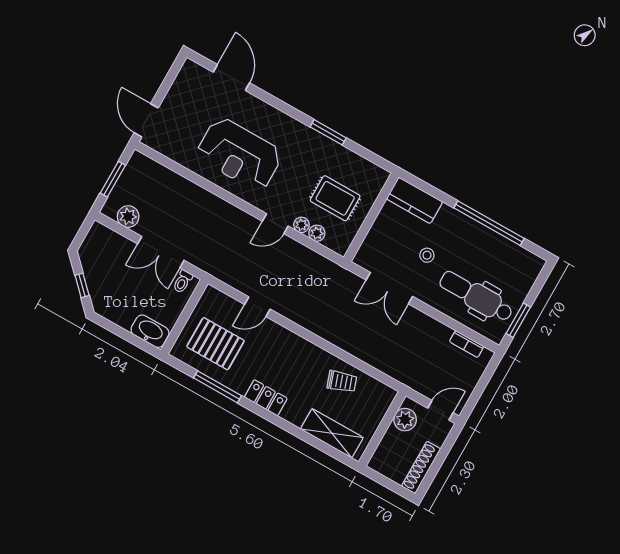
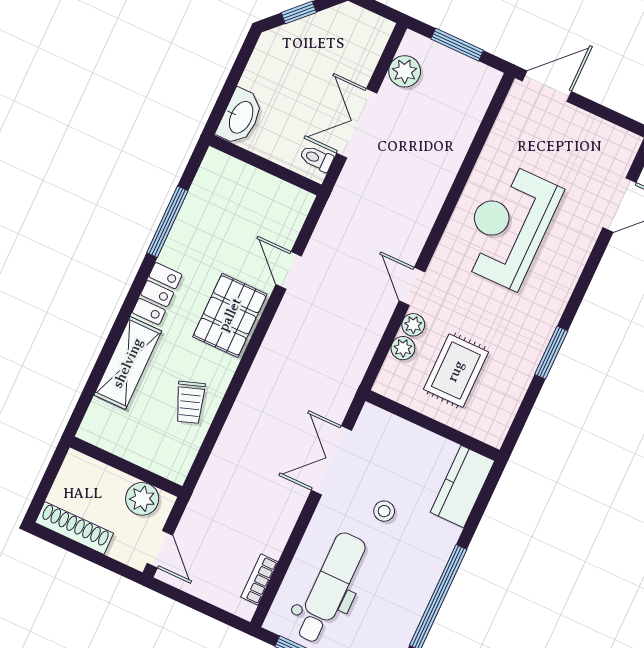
pallet: (216, 344) -> (230, 315), moved
shelving: (332, 433) -> (128, 363), moved

